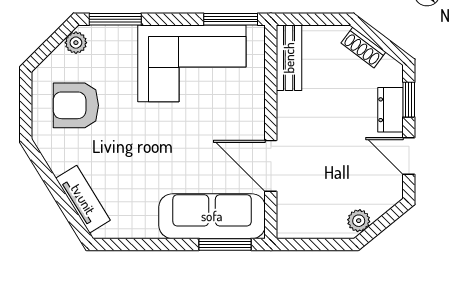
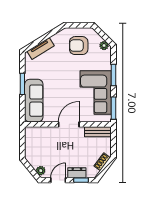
window: (115, 19) -> (114, 75), moved
armchair: (76, 105) -> (79, 46), turned -90
door: (271, 166) -> (69, 124), moved
plant: (359, 221) -> (41, 171), moved
window: (225, 244) -> (22, 84), moved

